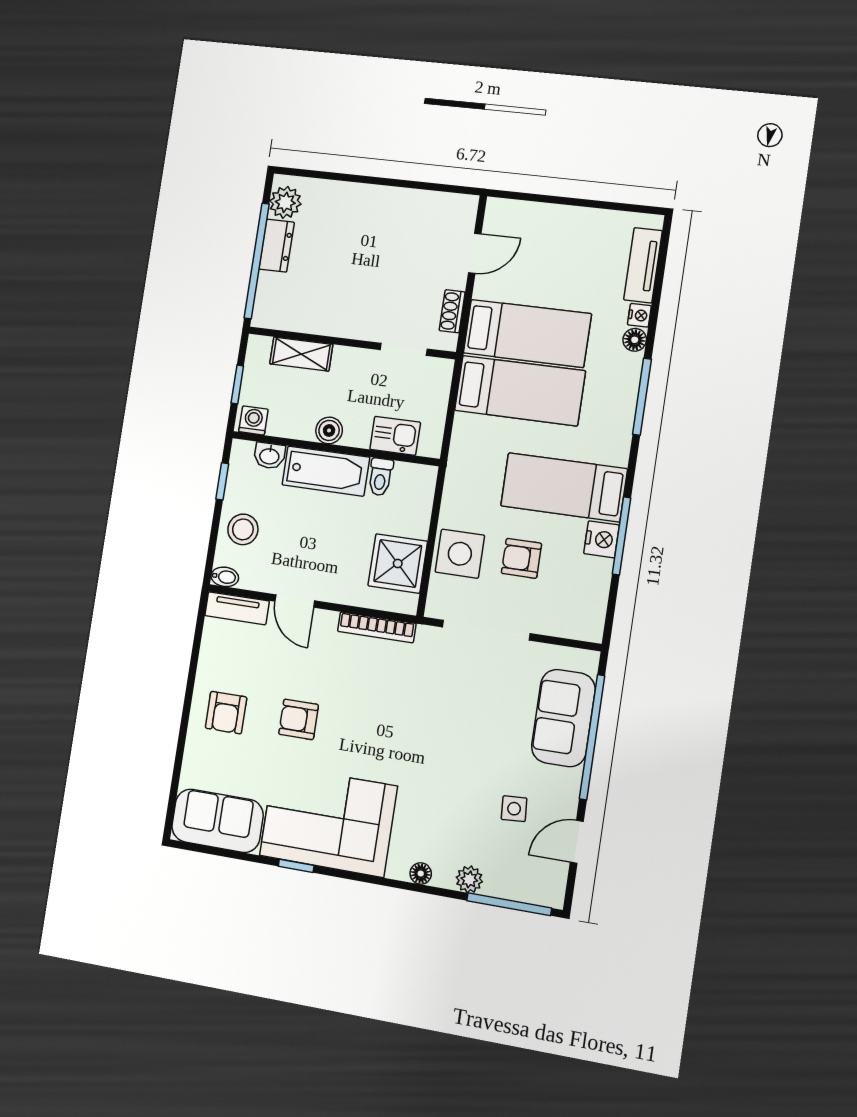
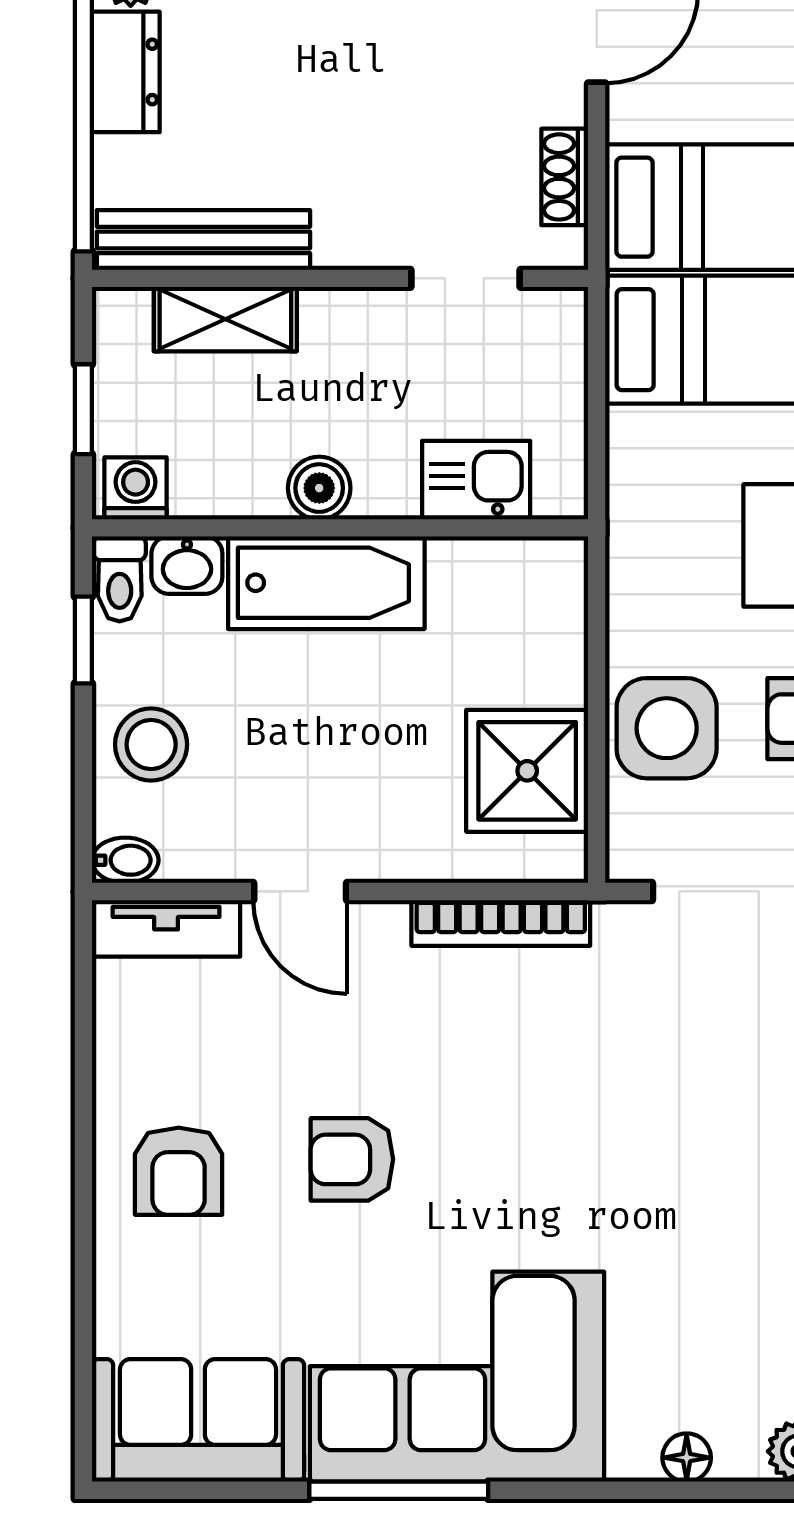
bench: (297, 320) -> (203, 240), added
toilet: (380, 477) -> (120, 579), moved
window: (296, 866) -> (399, 1490), width x2.17

